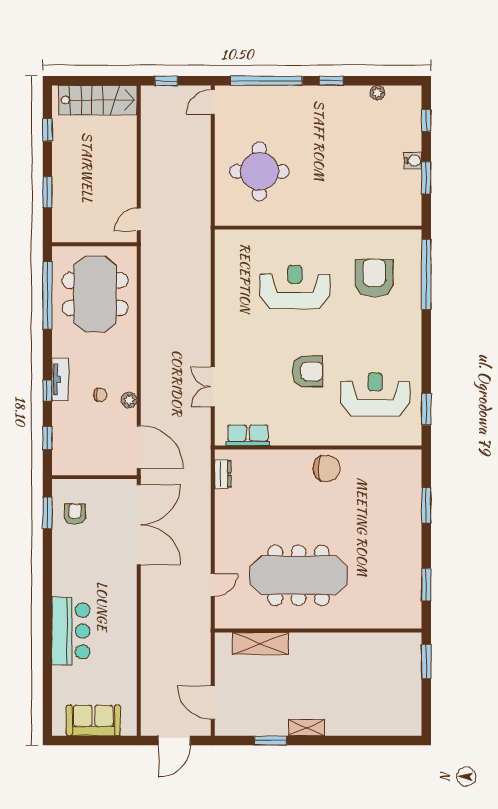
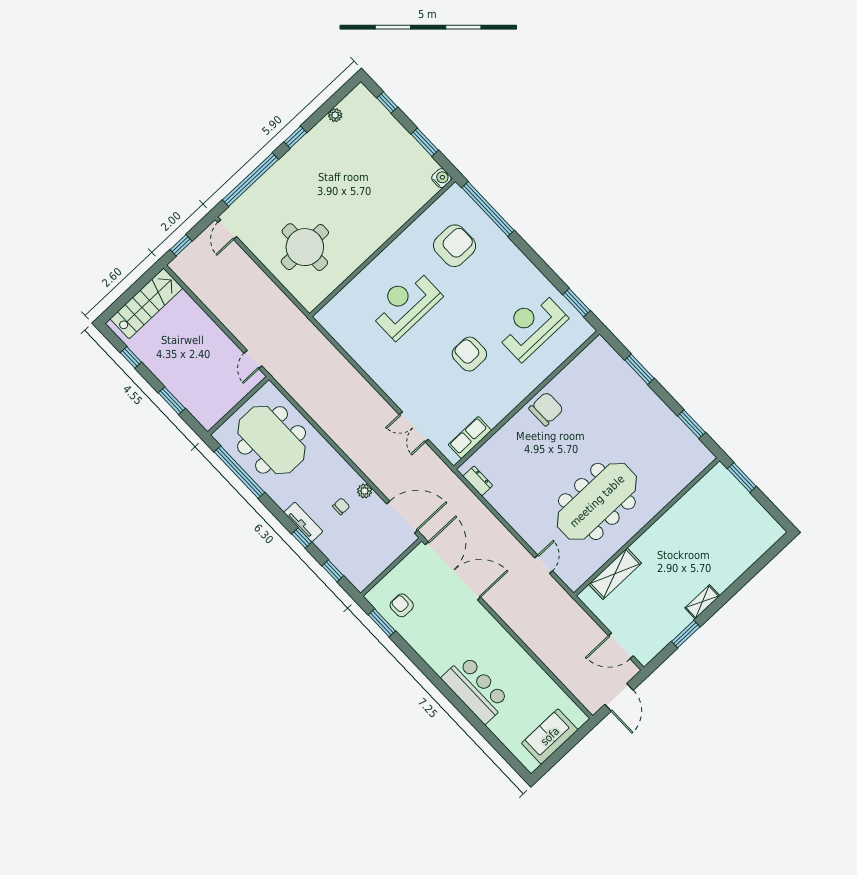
water cooler: (413, 161) -> (441, 178), moved
armchair: (374, 278) -> (455, 246), turned 90
armchair: (308, 371) -> (469, 354), turned -90

